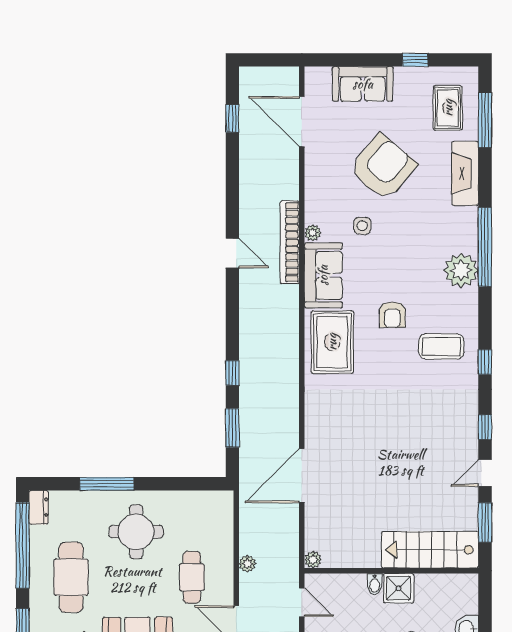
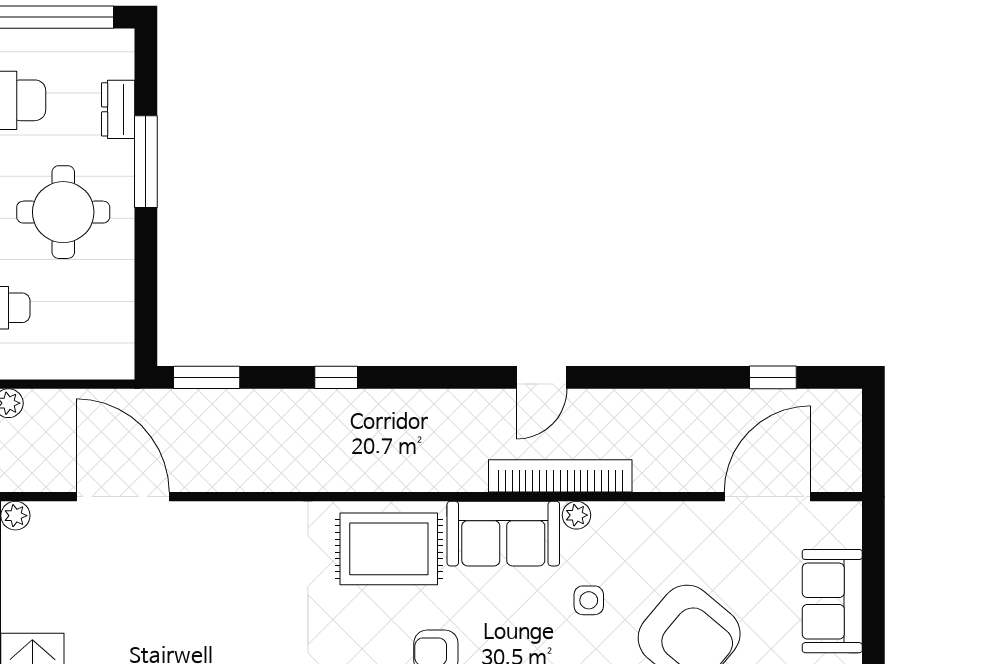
window: (232, 428) -> (207, 377), moved
door: (302, 476) -> (123, 497), moved
dresser: (39, 507) -> (118, 109), moved, turned 90

